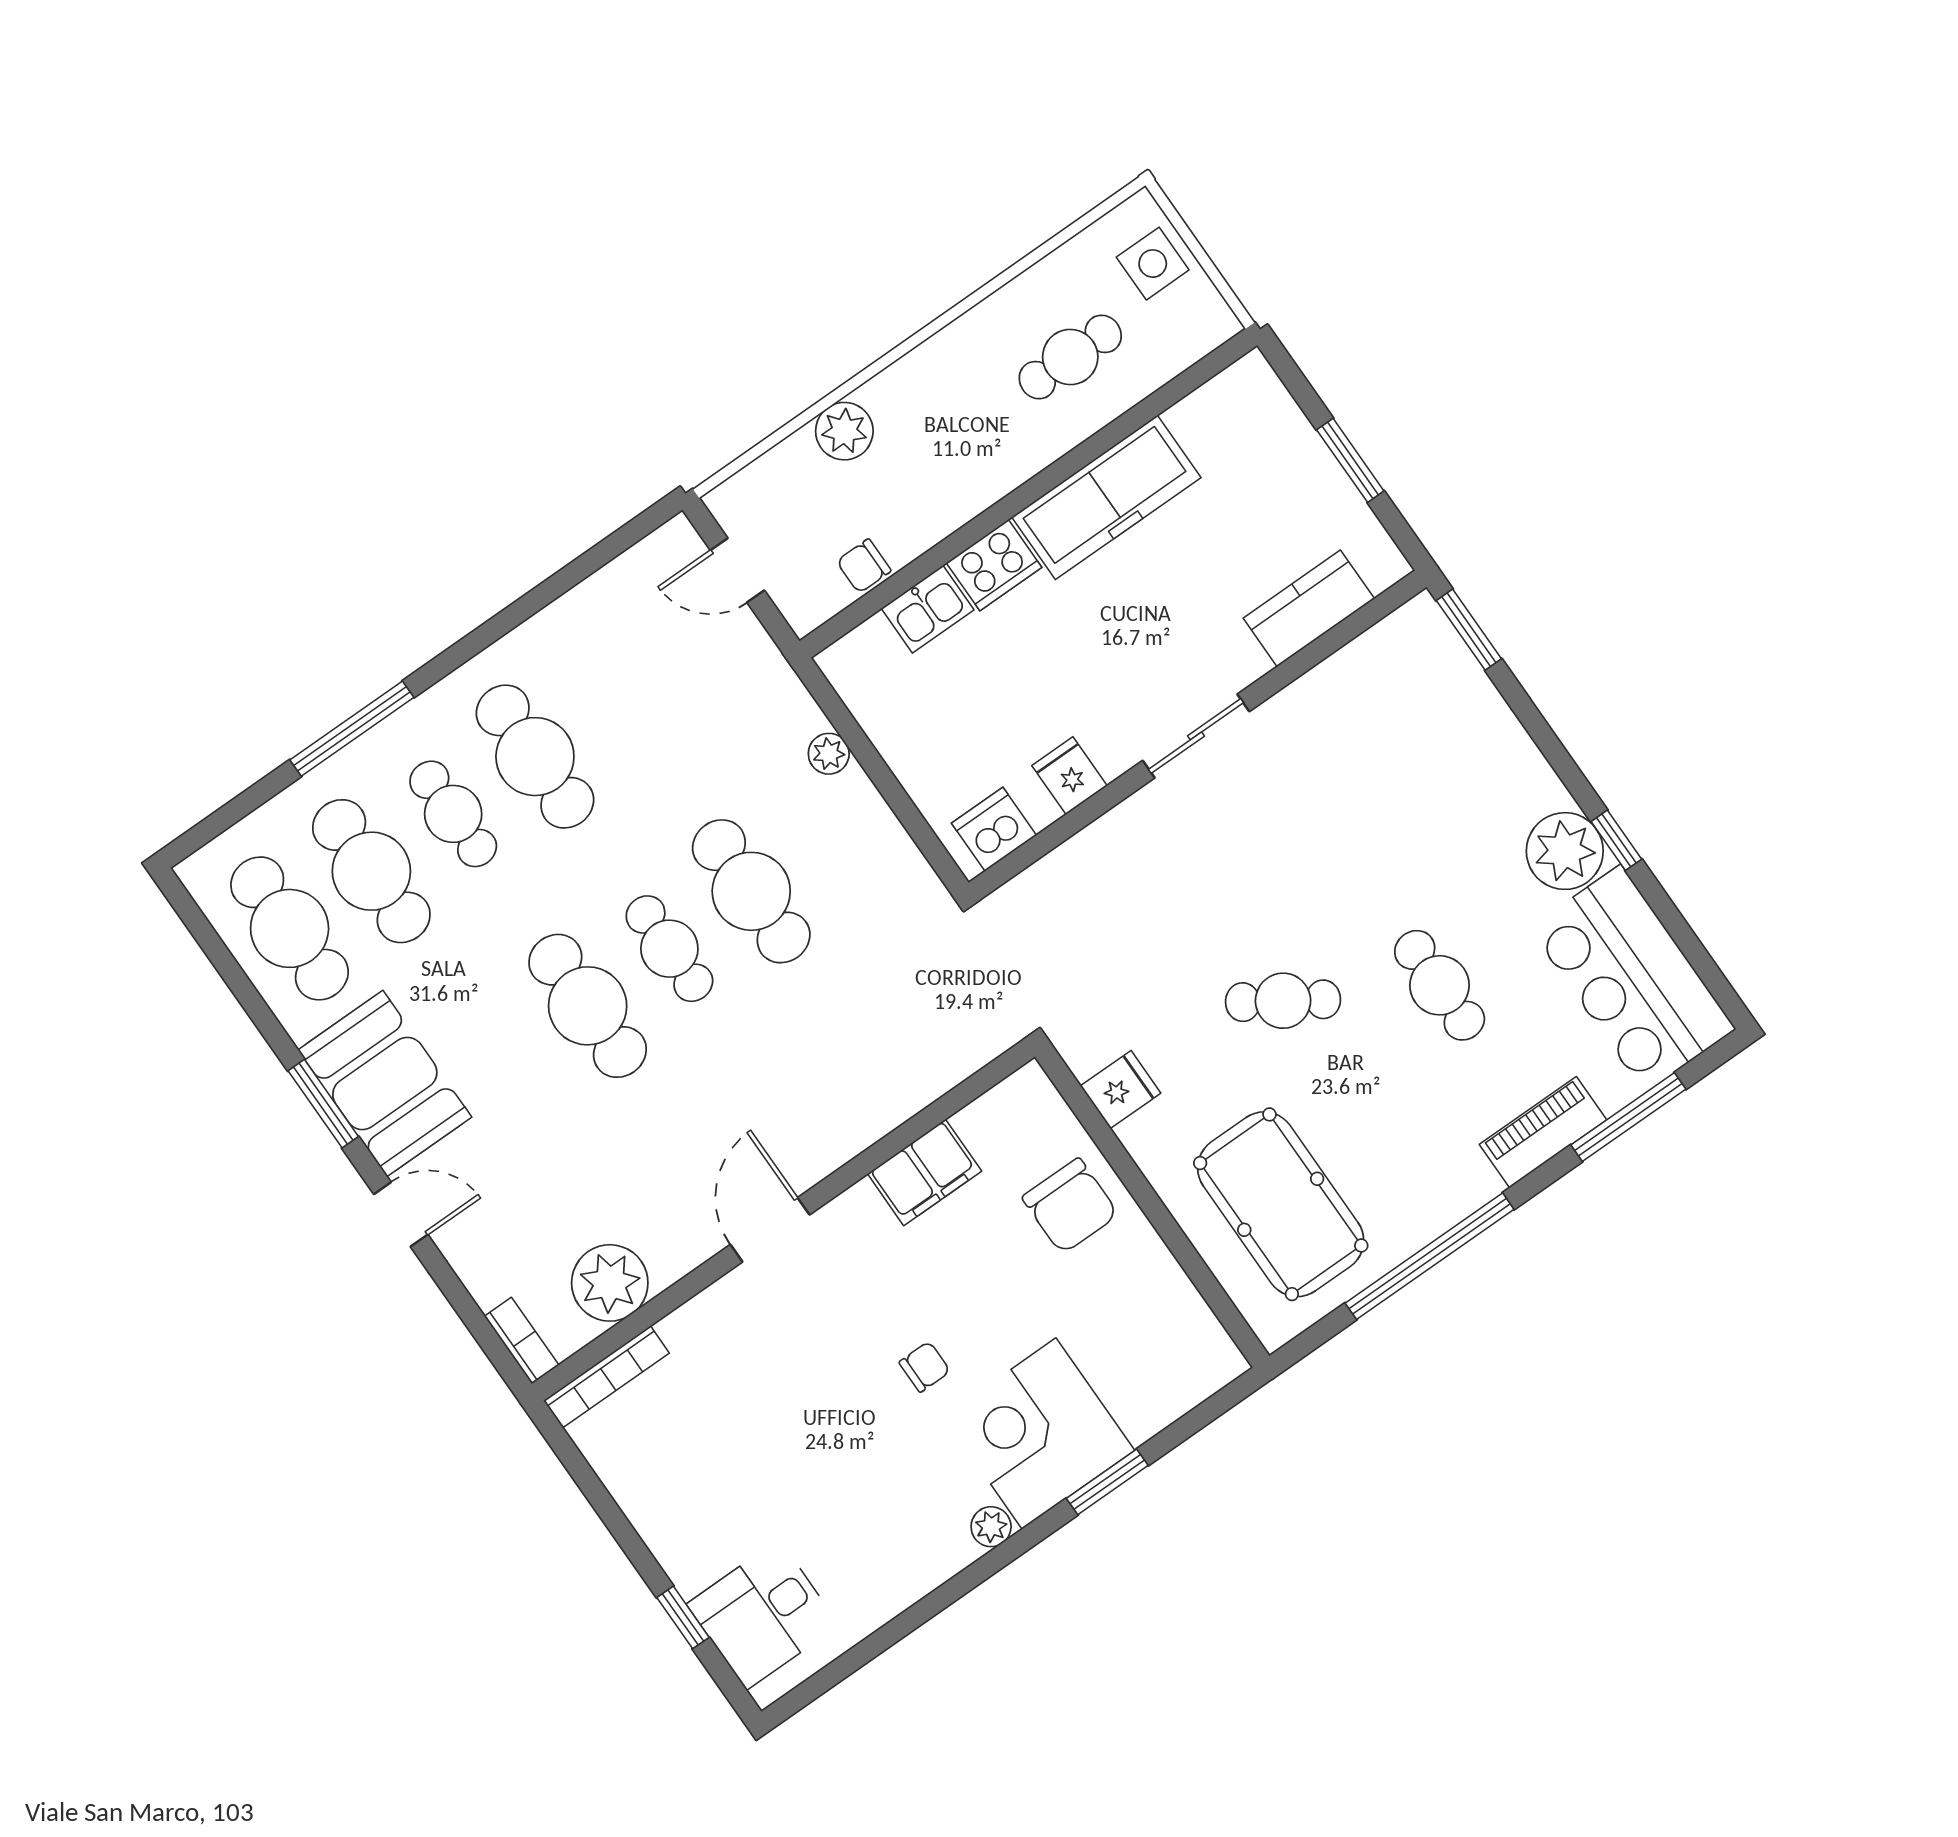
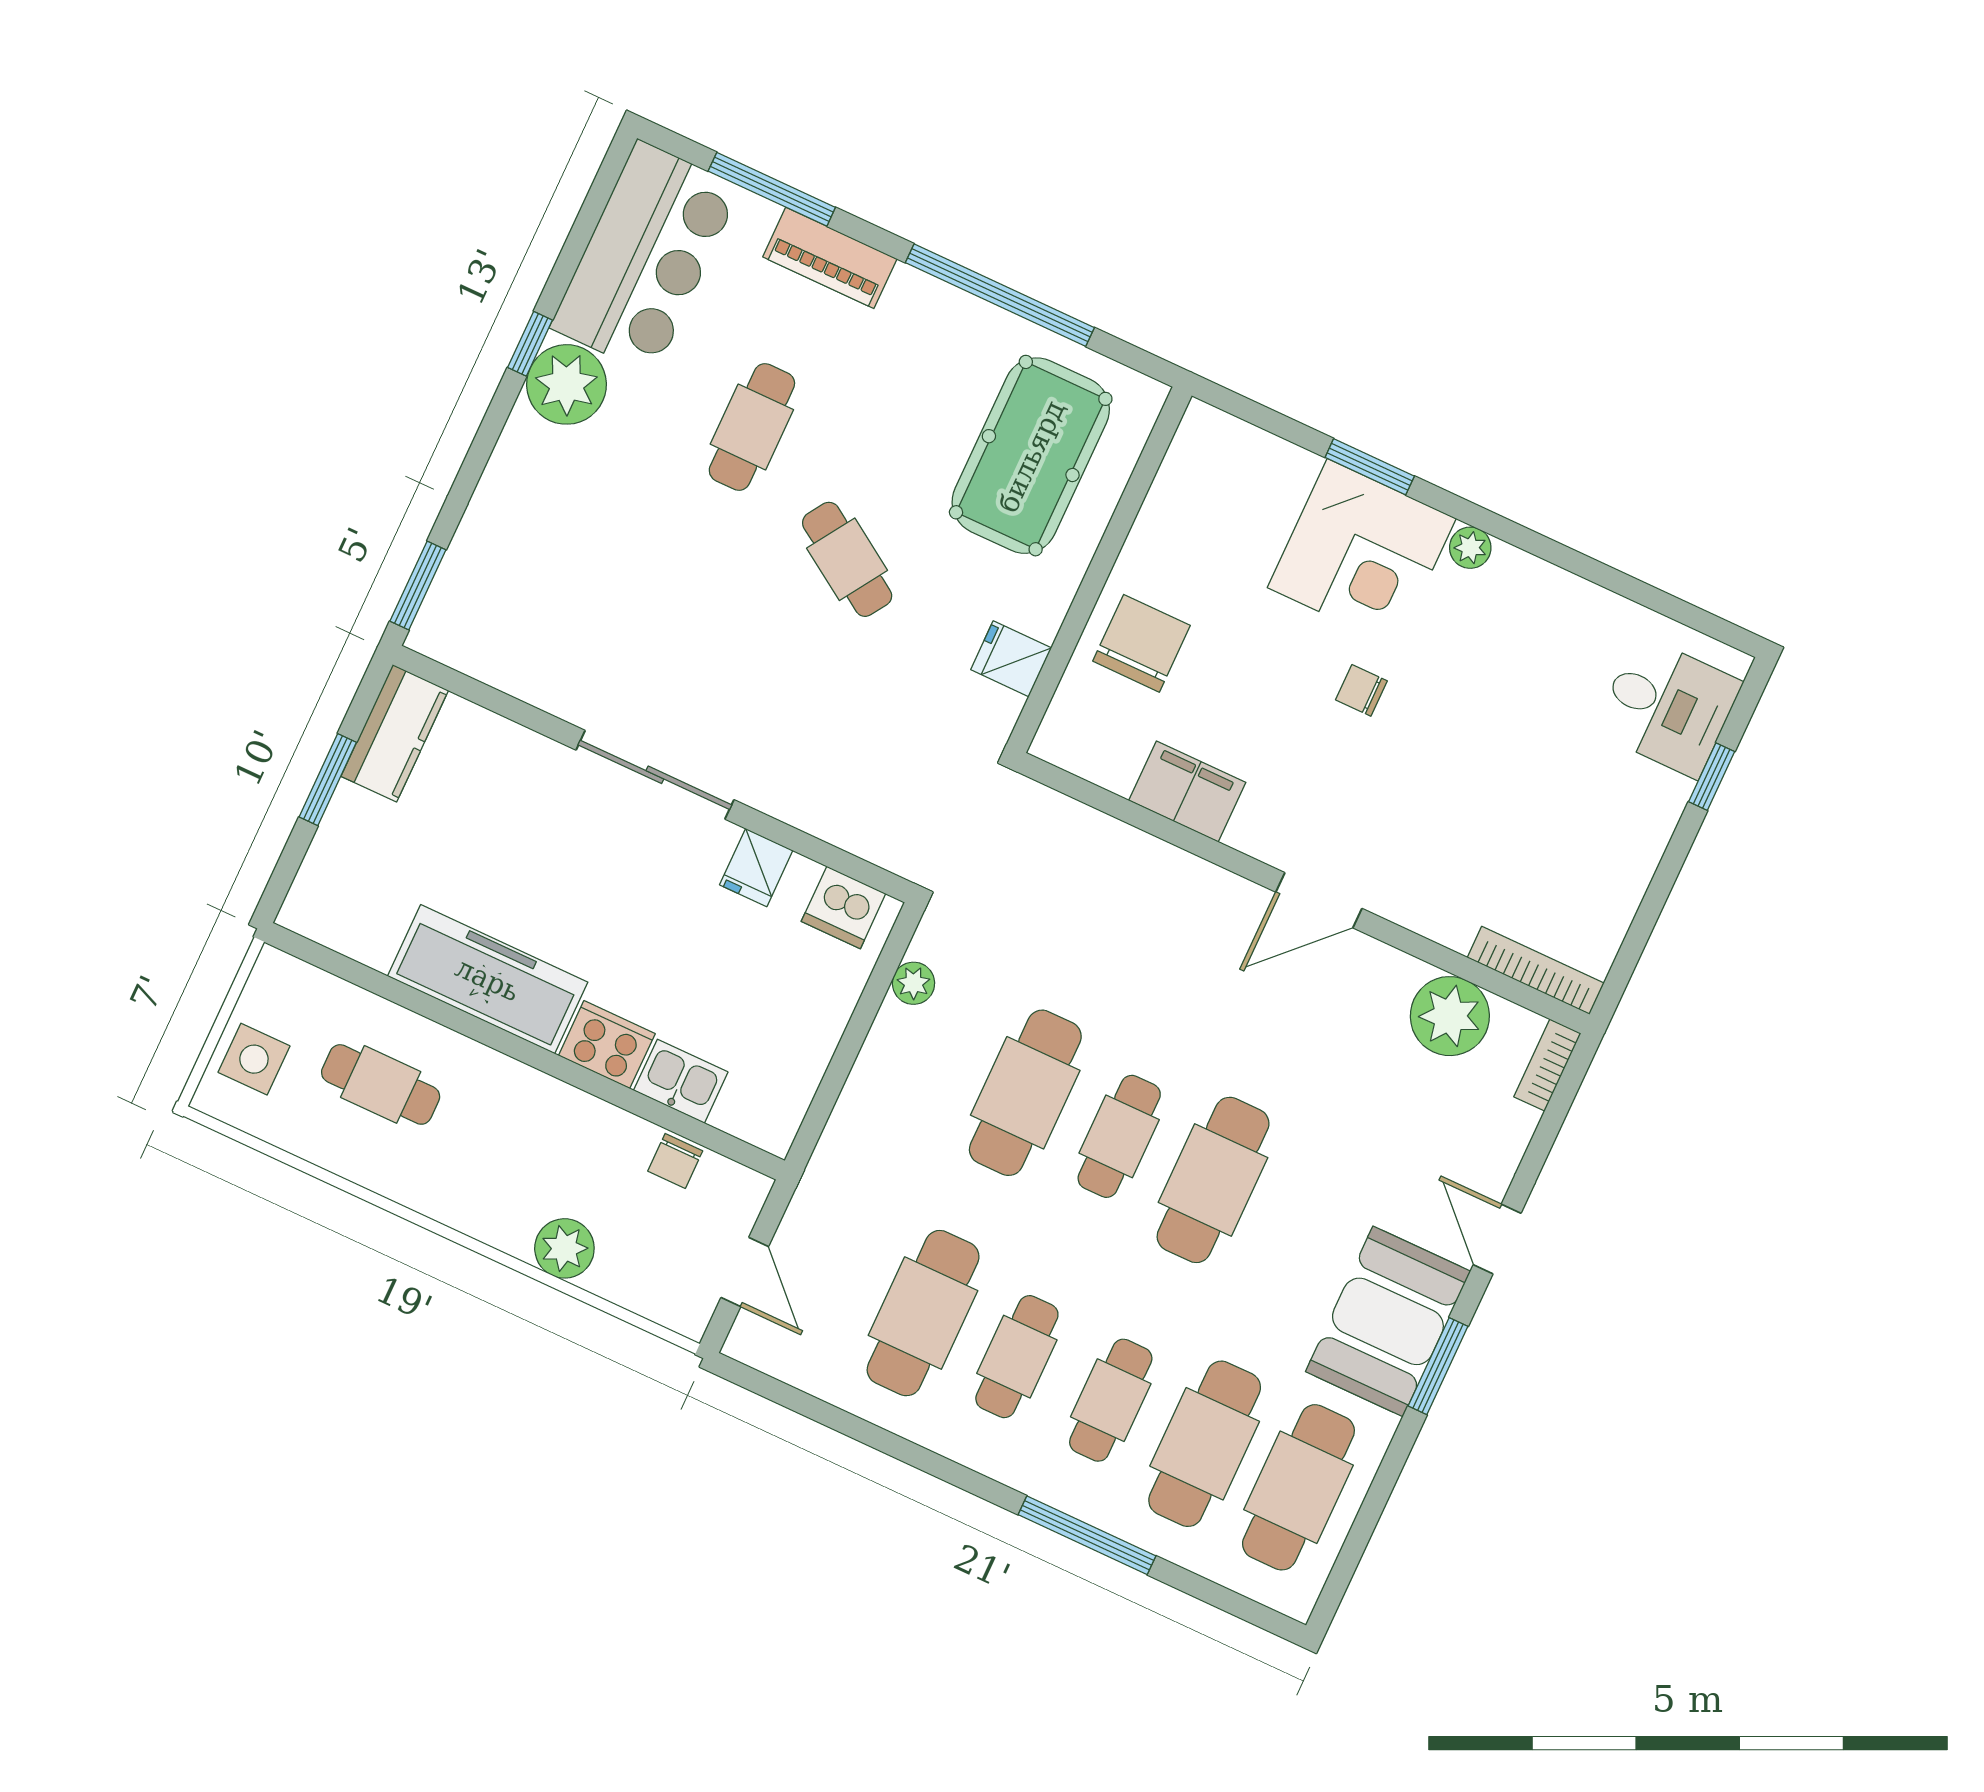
chair: (864, 566) -> (675, 1161), turned 90
kitchen counter: (1309, 608) -> (395, 733), moved, turned -90
cafe table: (617, 699) -> (923, 1313), added
sliding door: (1196, 736) -> (655, 775), width x1.37
plant: (829, 754) -> (914, 983), moved
cafe table: (535, 757) -> (1017, 1357), width x0.73, depth x0.74

